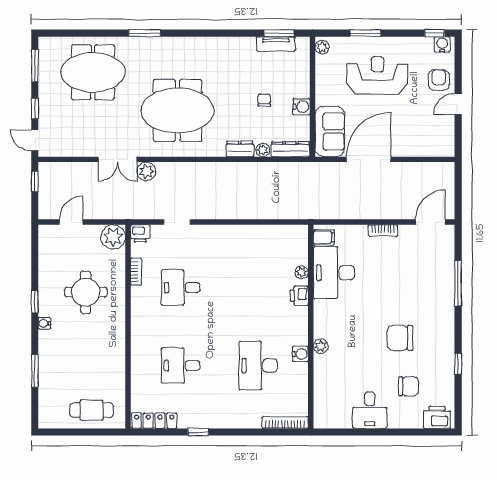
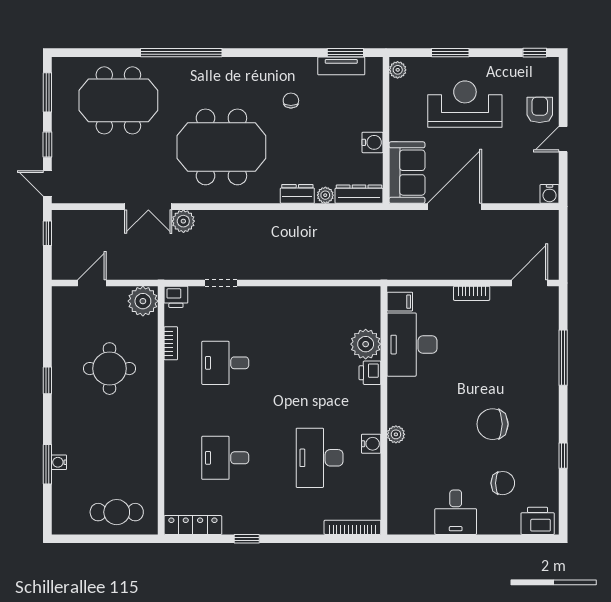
window: (145, 33) -> (181, 53), width x2.11
water cooler: (442, 44) -> (550, 194), moved, turned 180
chair: (264, 100) -> (291, 101), moved
plant: (302, 272) -> (366, 344), width x1.88, depth x1.88
water cooler: (44, 323) -> (59, 462), moved

